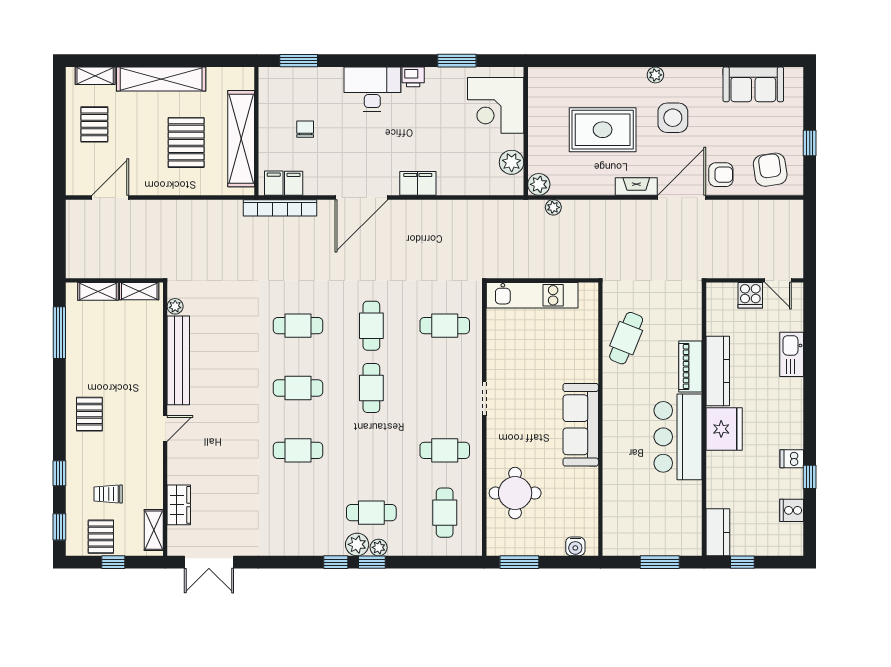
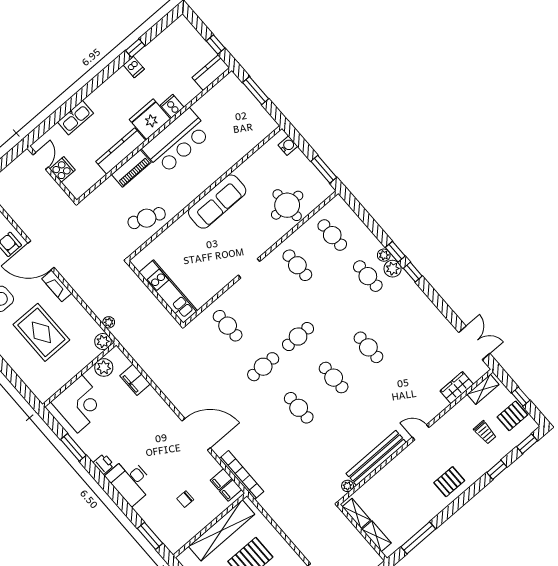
filing cabinet: (418, 183) -> (135, 380), moved
cooker: (792, 510) -> (172, 106), moved, turned 180
cafe table: (445, 513) -> (332, 235), turned 90

